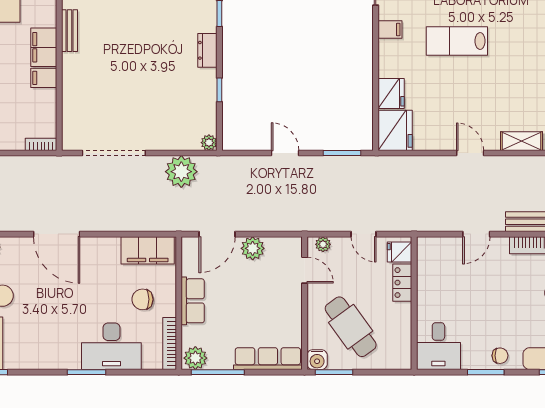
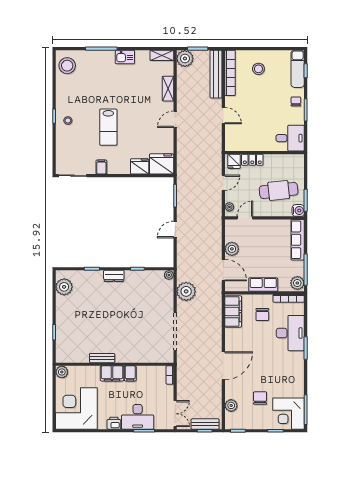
cafe table: (351, 327) -> (279, 190), turned 30

